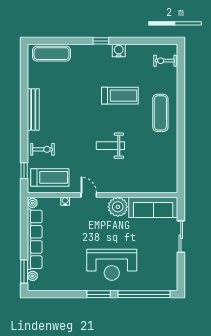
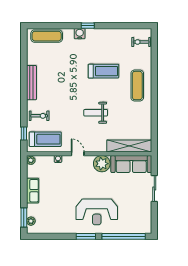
water cooler: (119, 51) -> (80, 34), moved
shelving: (151, 186) -> (129, 146), added
row of seats: (35, 239) -> (33, 191), width x0.50

